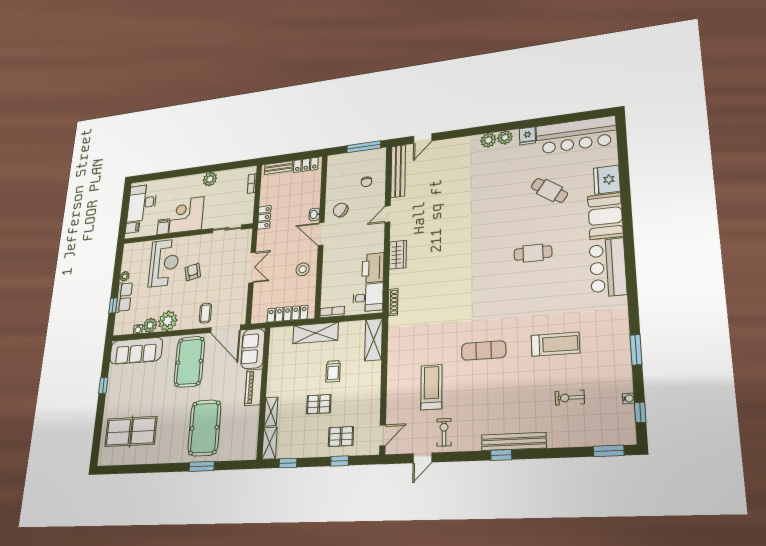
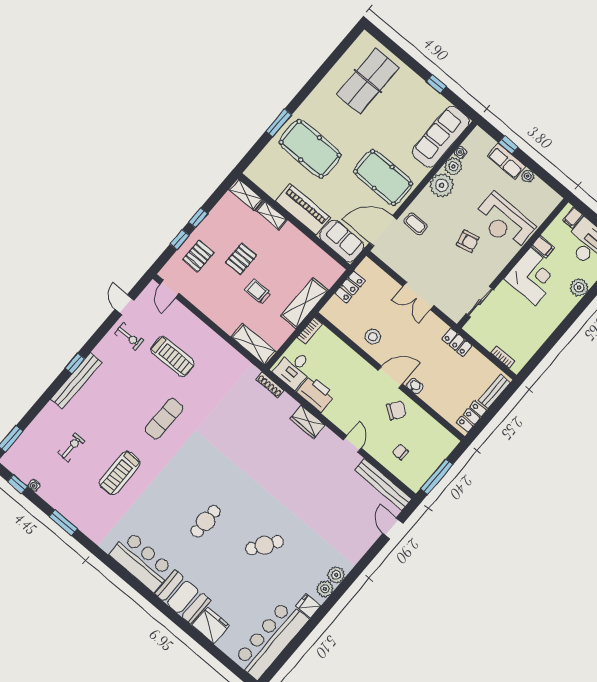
plant: (210, 179) -> (579, 287), moved
cafe table: (549, 190) -> (264, 545), moved
locker: (287, 314) -> (350, 287), width x0.66
piano: (254, 387) -> (303, 209), width x1.37, depth x1.33
window: (288, 463) -> (198, 218), moved

